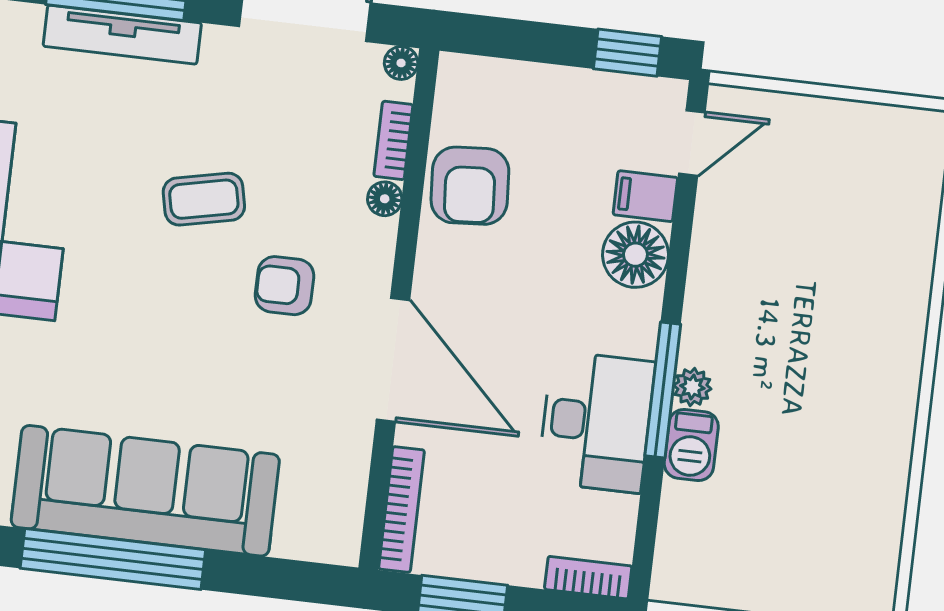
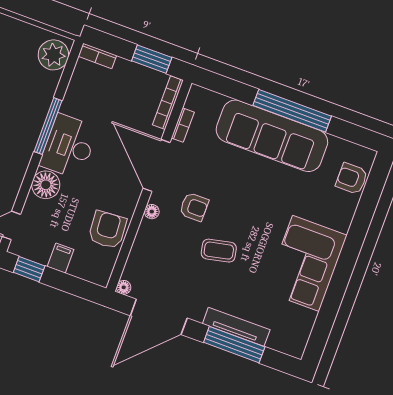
bookcase: (393, 140) -> (183, 125), moved
filing cabinet: (645, 196) -> (61, 258), moved, turned -90
floor lamp: (385, 199) -> (152, 212), moved
plant: (692, 387) -> (53, 55), moved, width x1.87, depth x1.87
desk: (596, 422) -> (69, 146), moved
barbecue: (691, 445) -> (42, 101), removed

